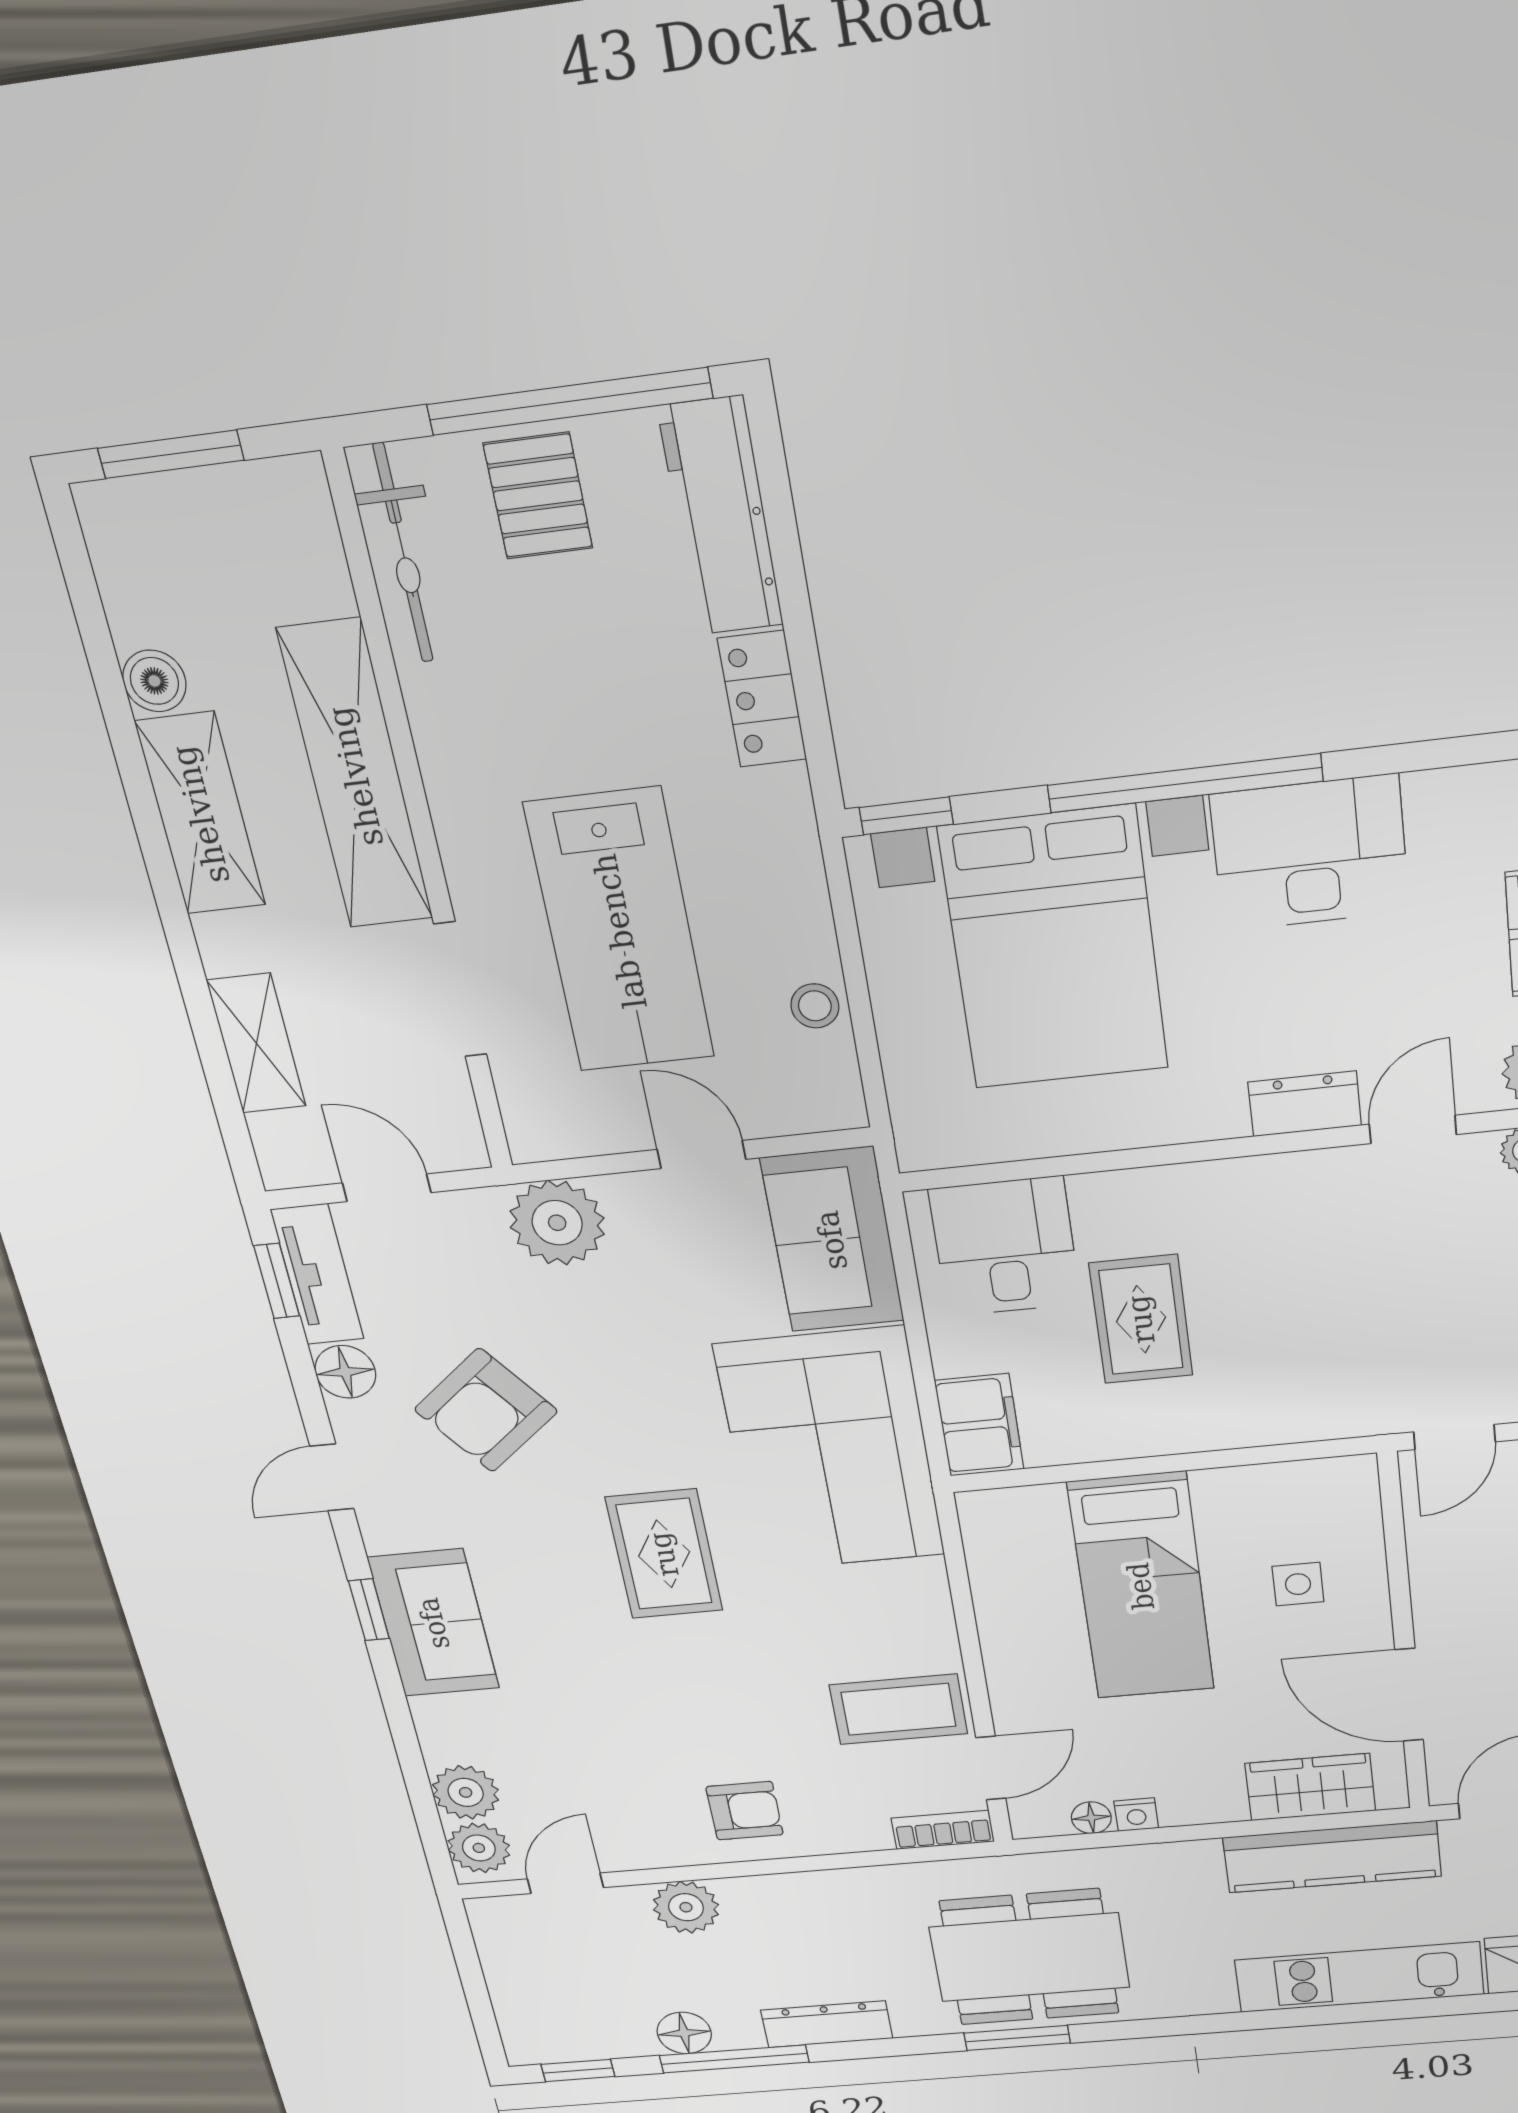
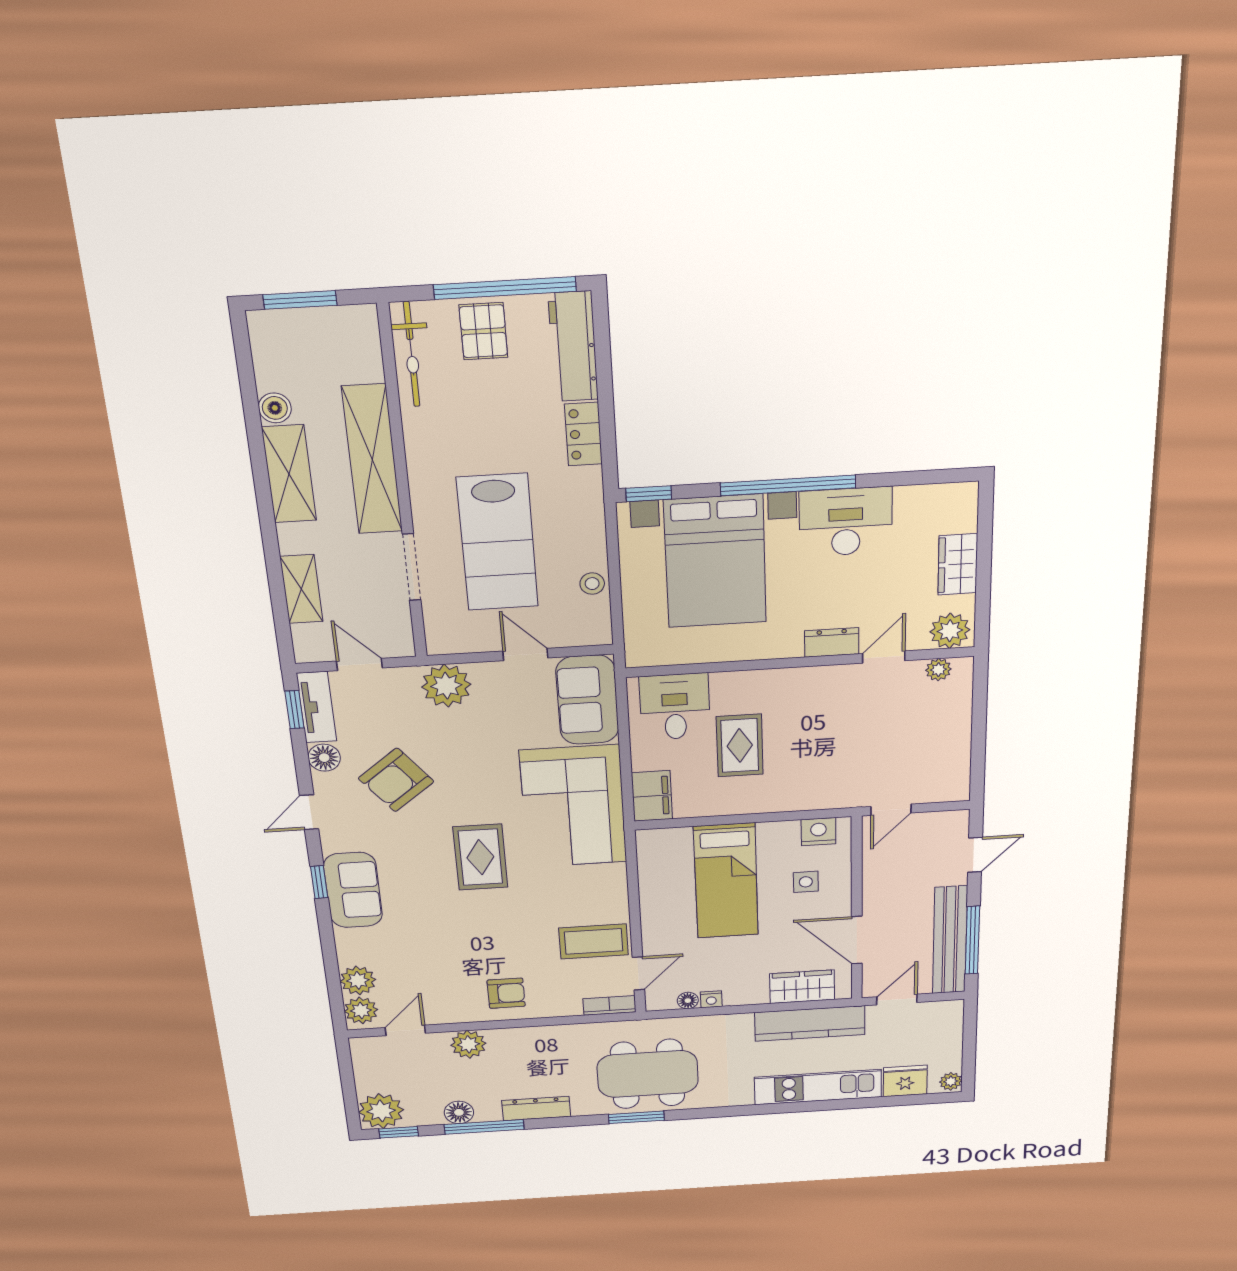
nightstand: (1314, 1485) -> (818, 832), added
plant: (541, 2032) -> (381, 1111), added

